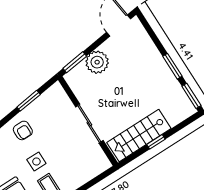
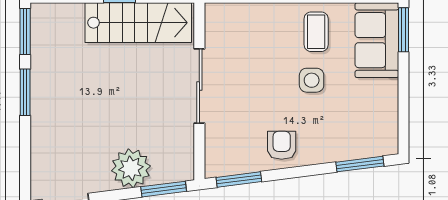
window: (29, 101) -> (239, 179), moved
armchair: (23, 130) -> (282, 145), moved

